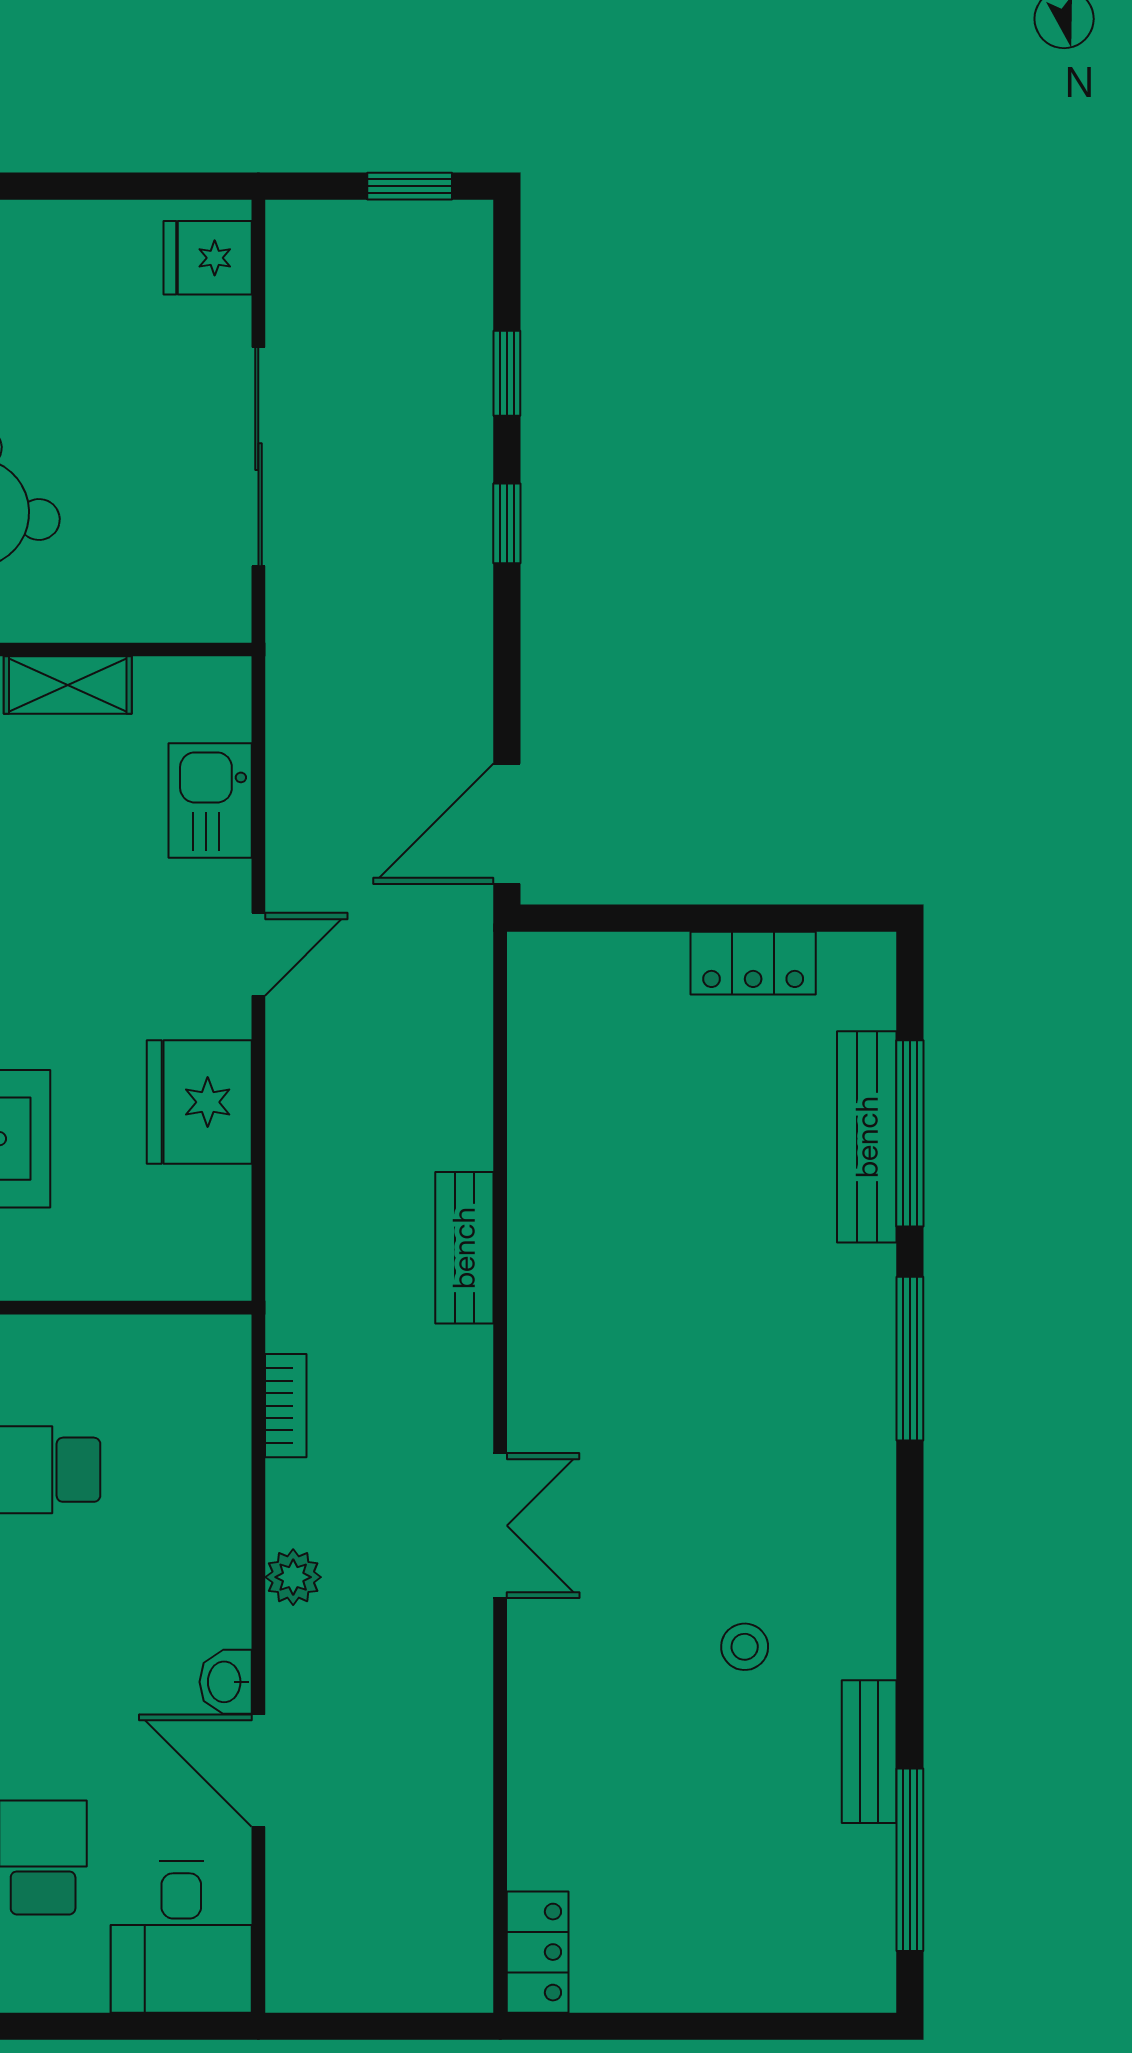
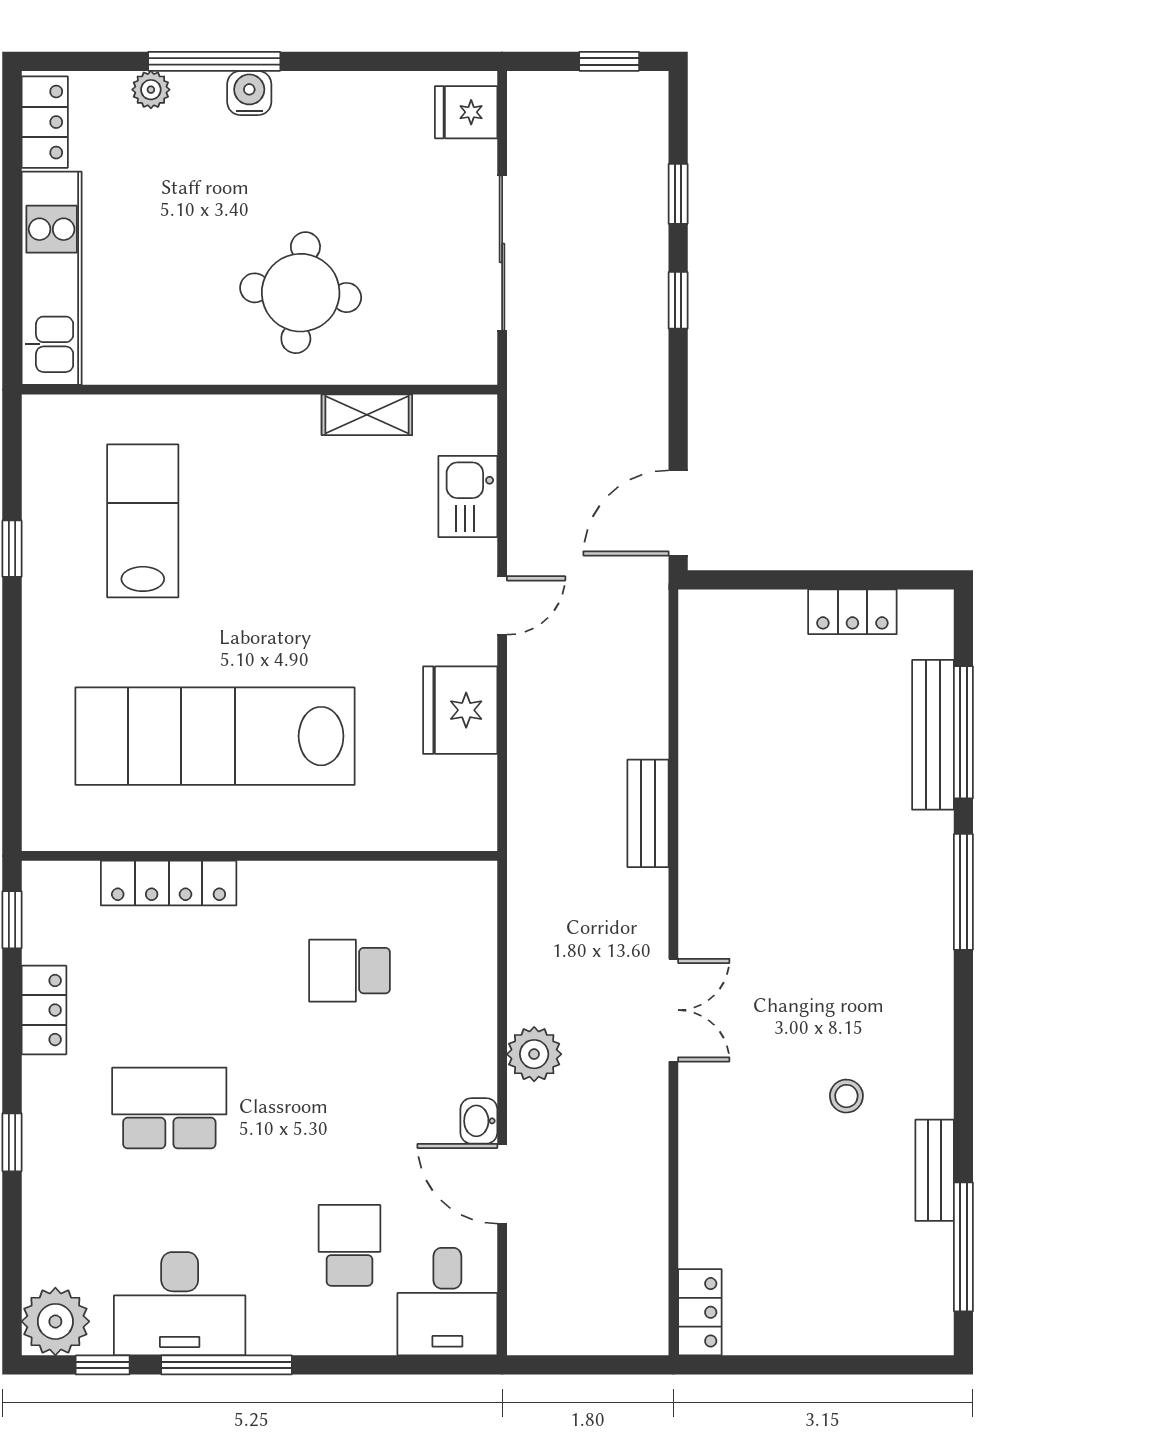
bookcase: (286, 1406) -> (521, 925), removed
plant: (293, 1577) -> (534, 1054), width x1.38, depth x1.38

